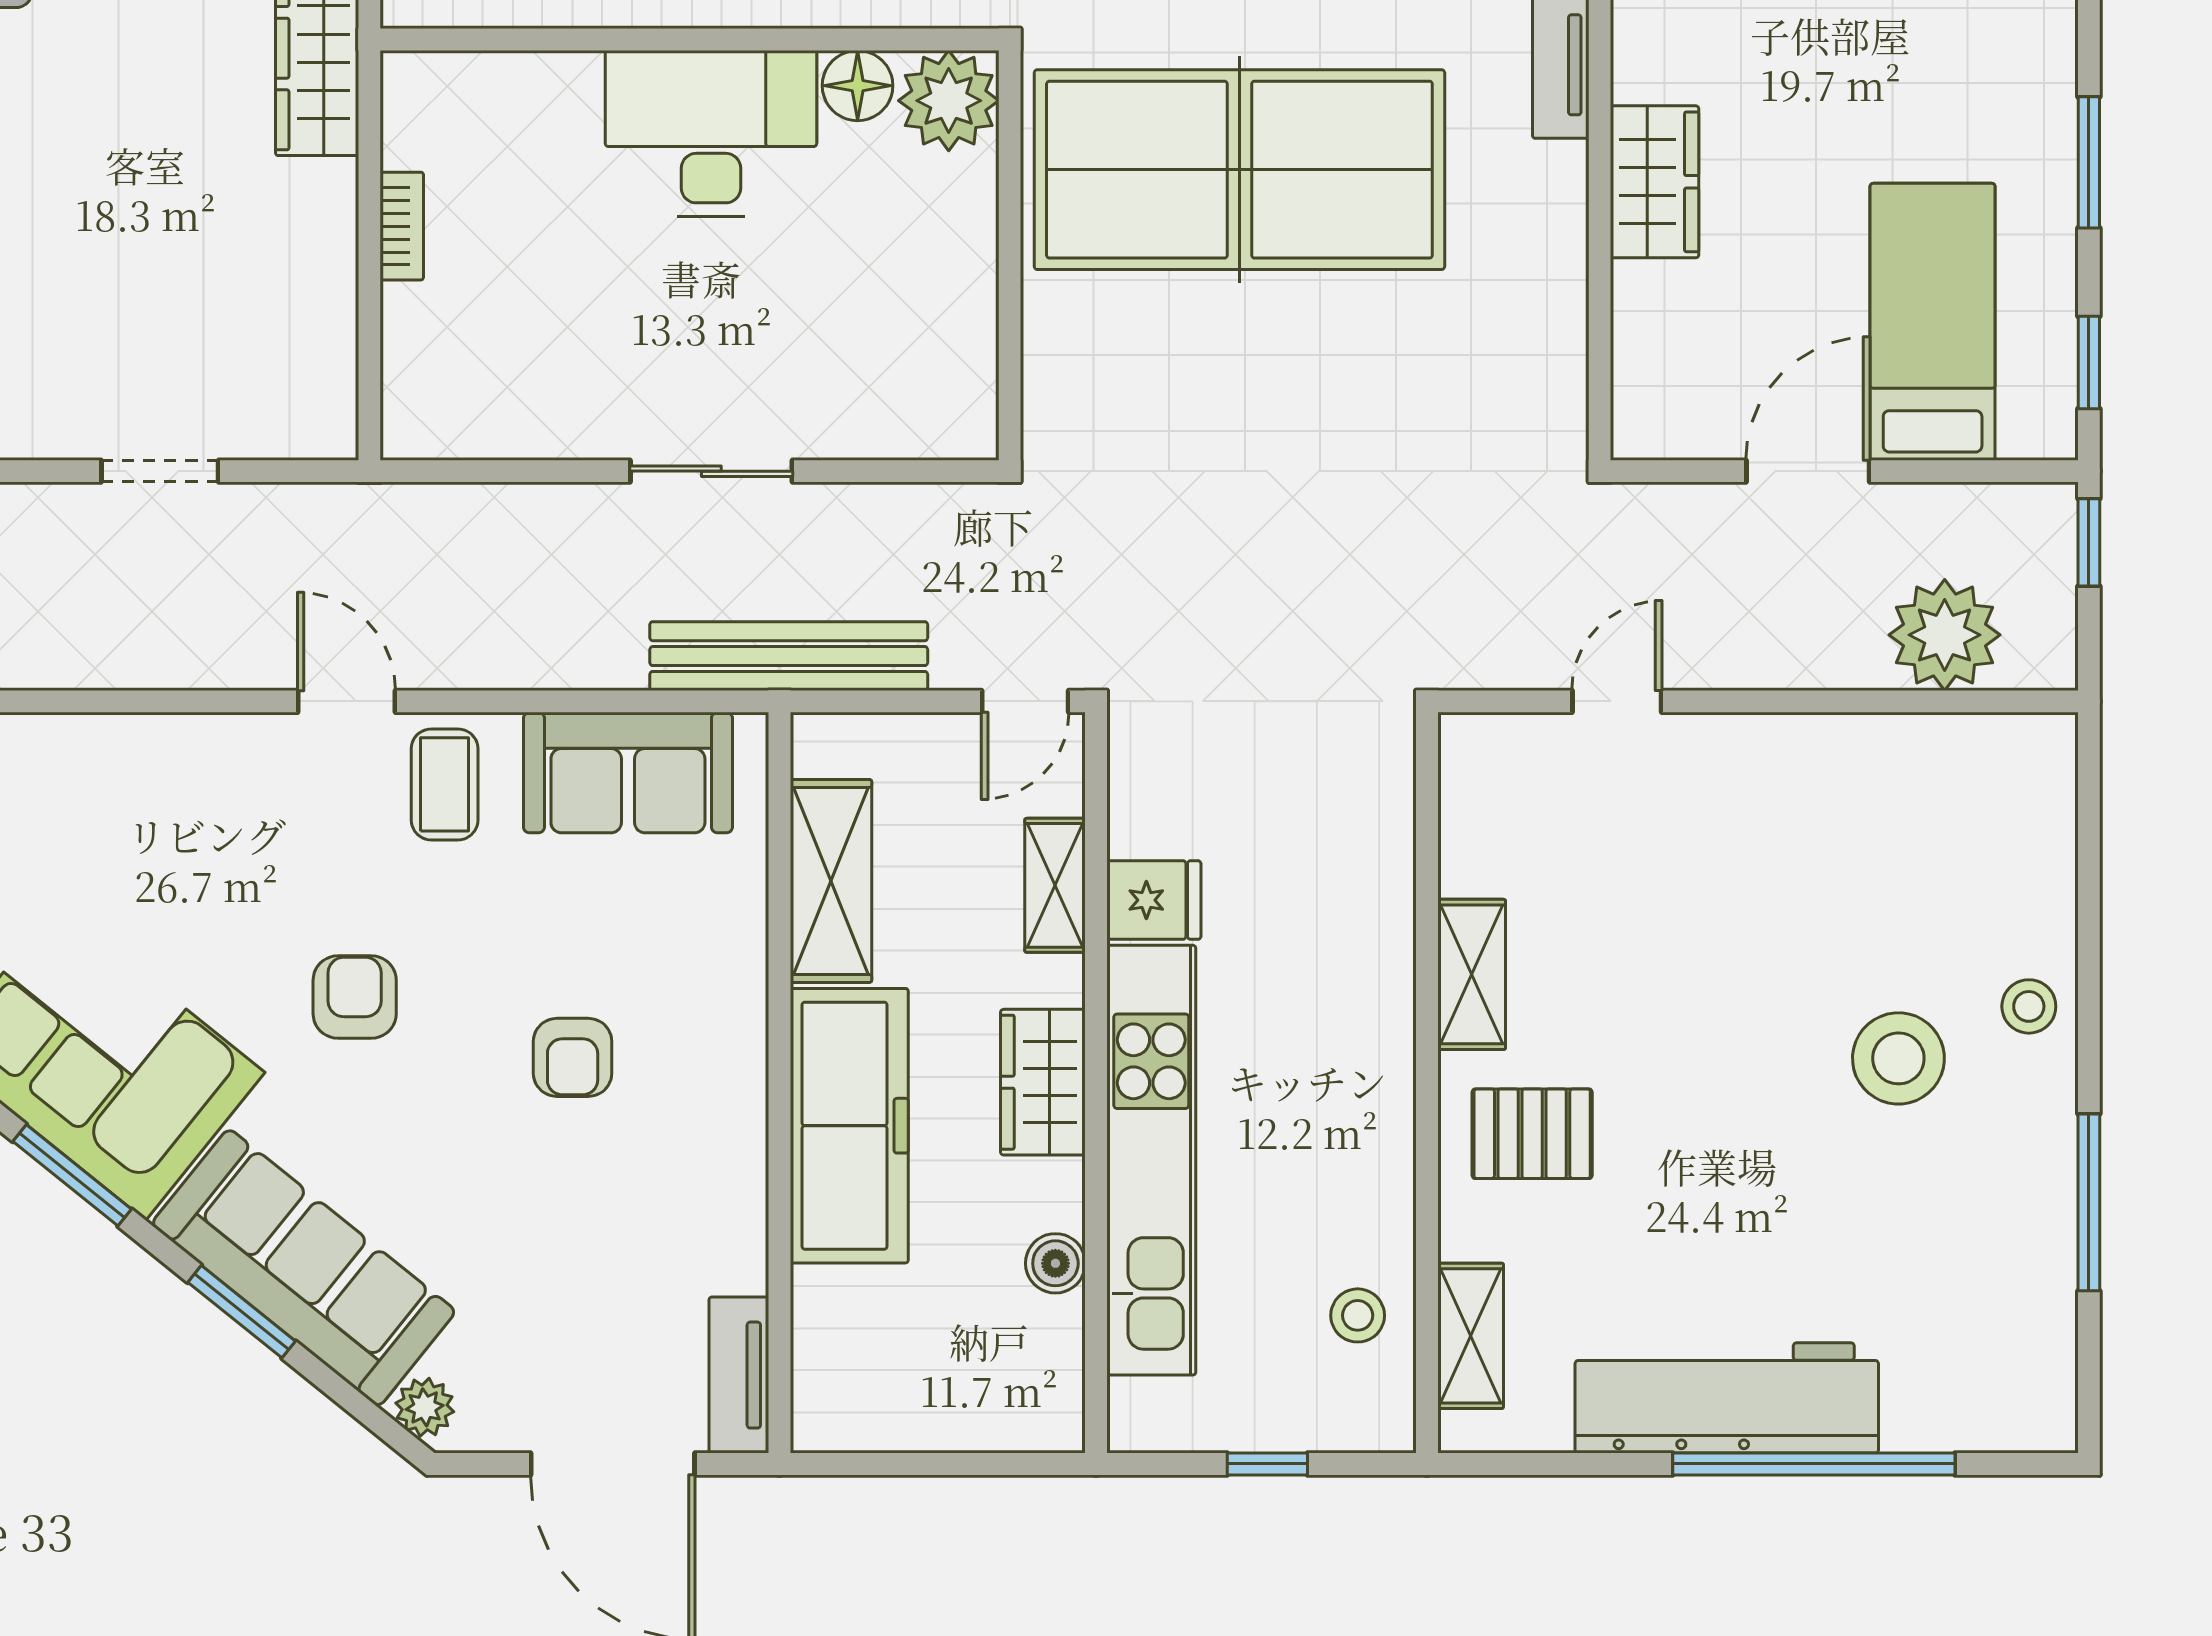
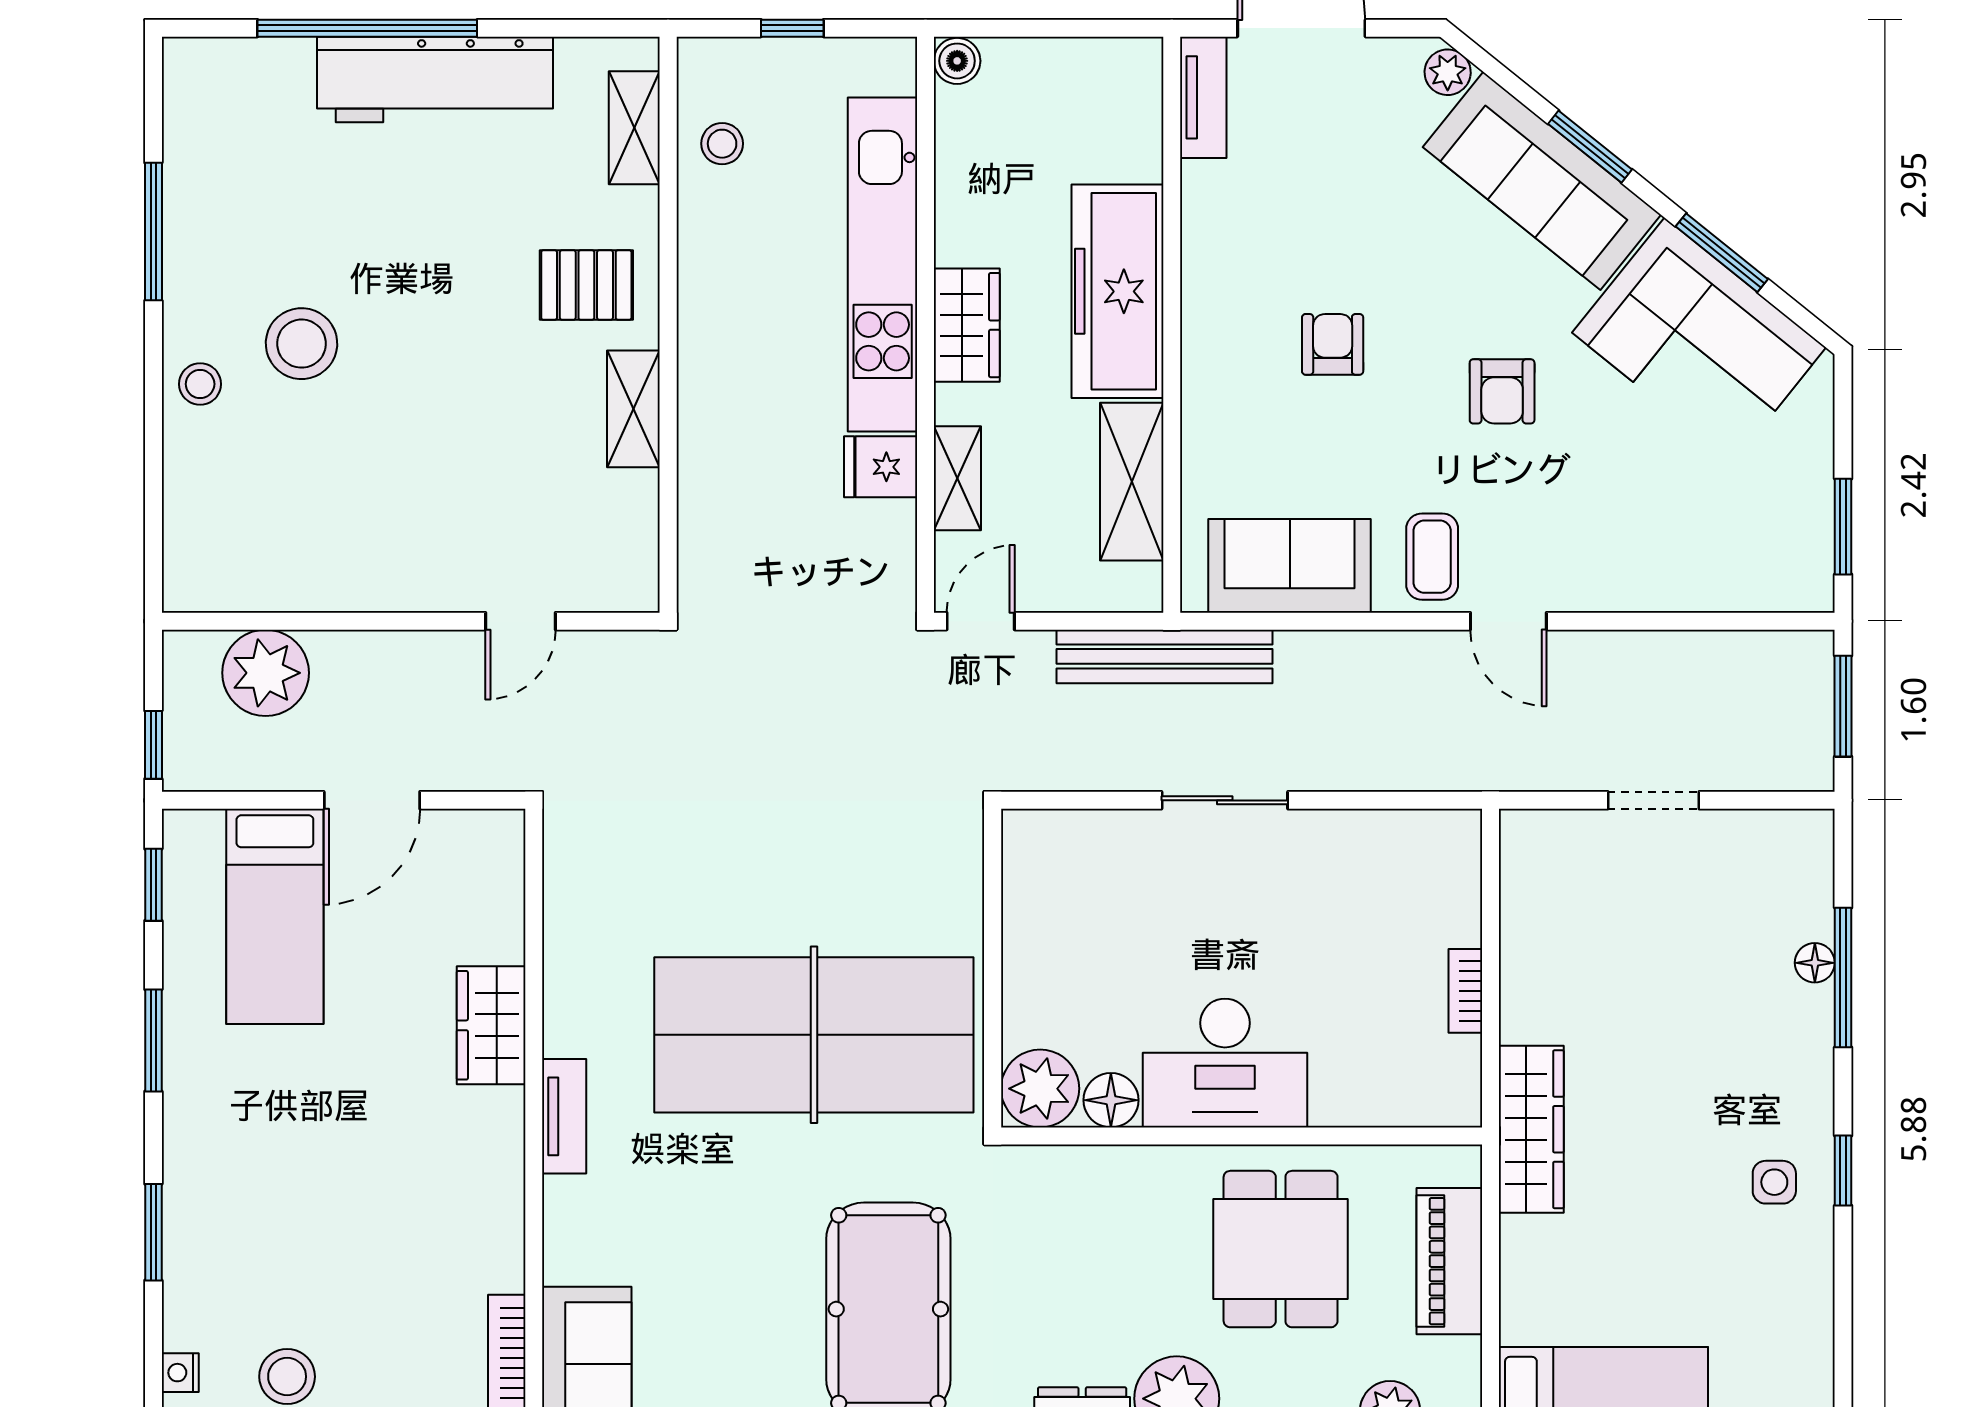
boiler: (1055, 1263) -> (957, 61), moved

